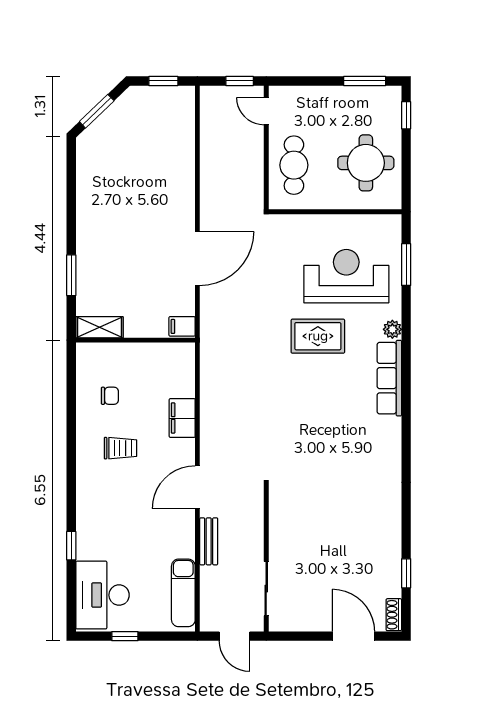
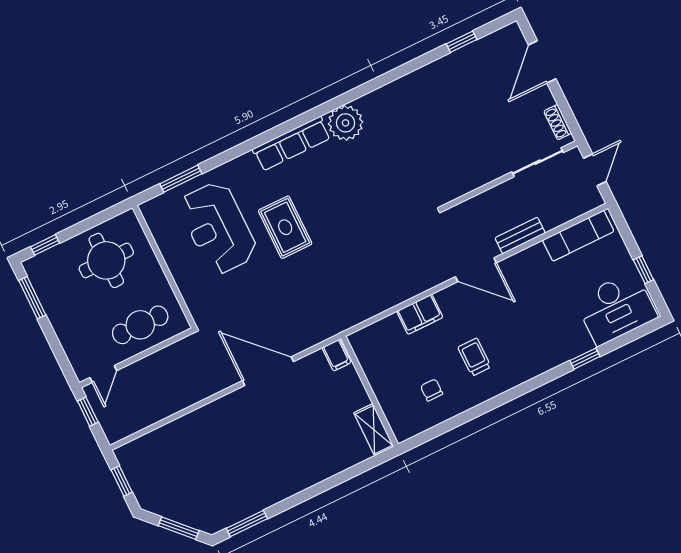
window: (71, 275) -> (247, 523), moved
plant: (392, 329) -> (346, 123), moved, width x1.87, depth x1.87
shoe rack: (394, 615) -> (558, 122), moved, turned 90

